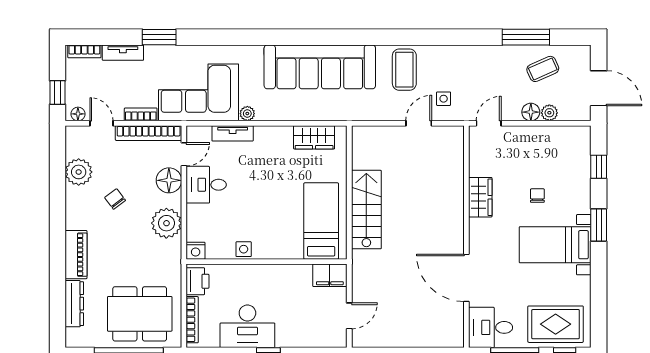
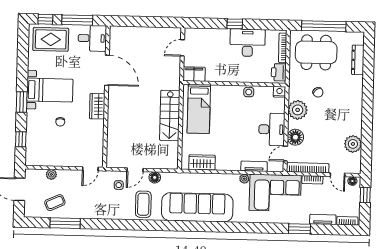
floor lamp: (531, 112) -> (155, 177), moved
desk: (206, 185) -> (272, 129), width x1.37
wardrobe: (480, 197) -> (97, 106), moved
chair: (115, 199) -> (318, 92), moved
piano: (76, 255) -> (356, 91), removed

